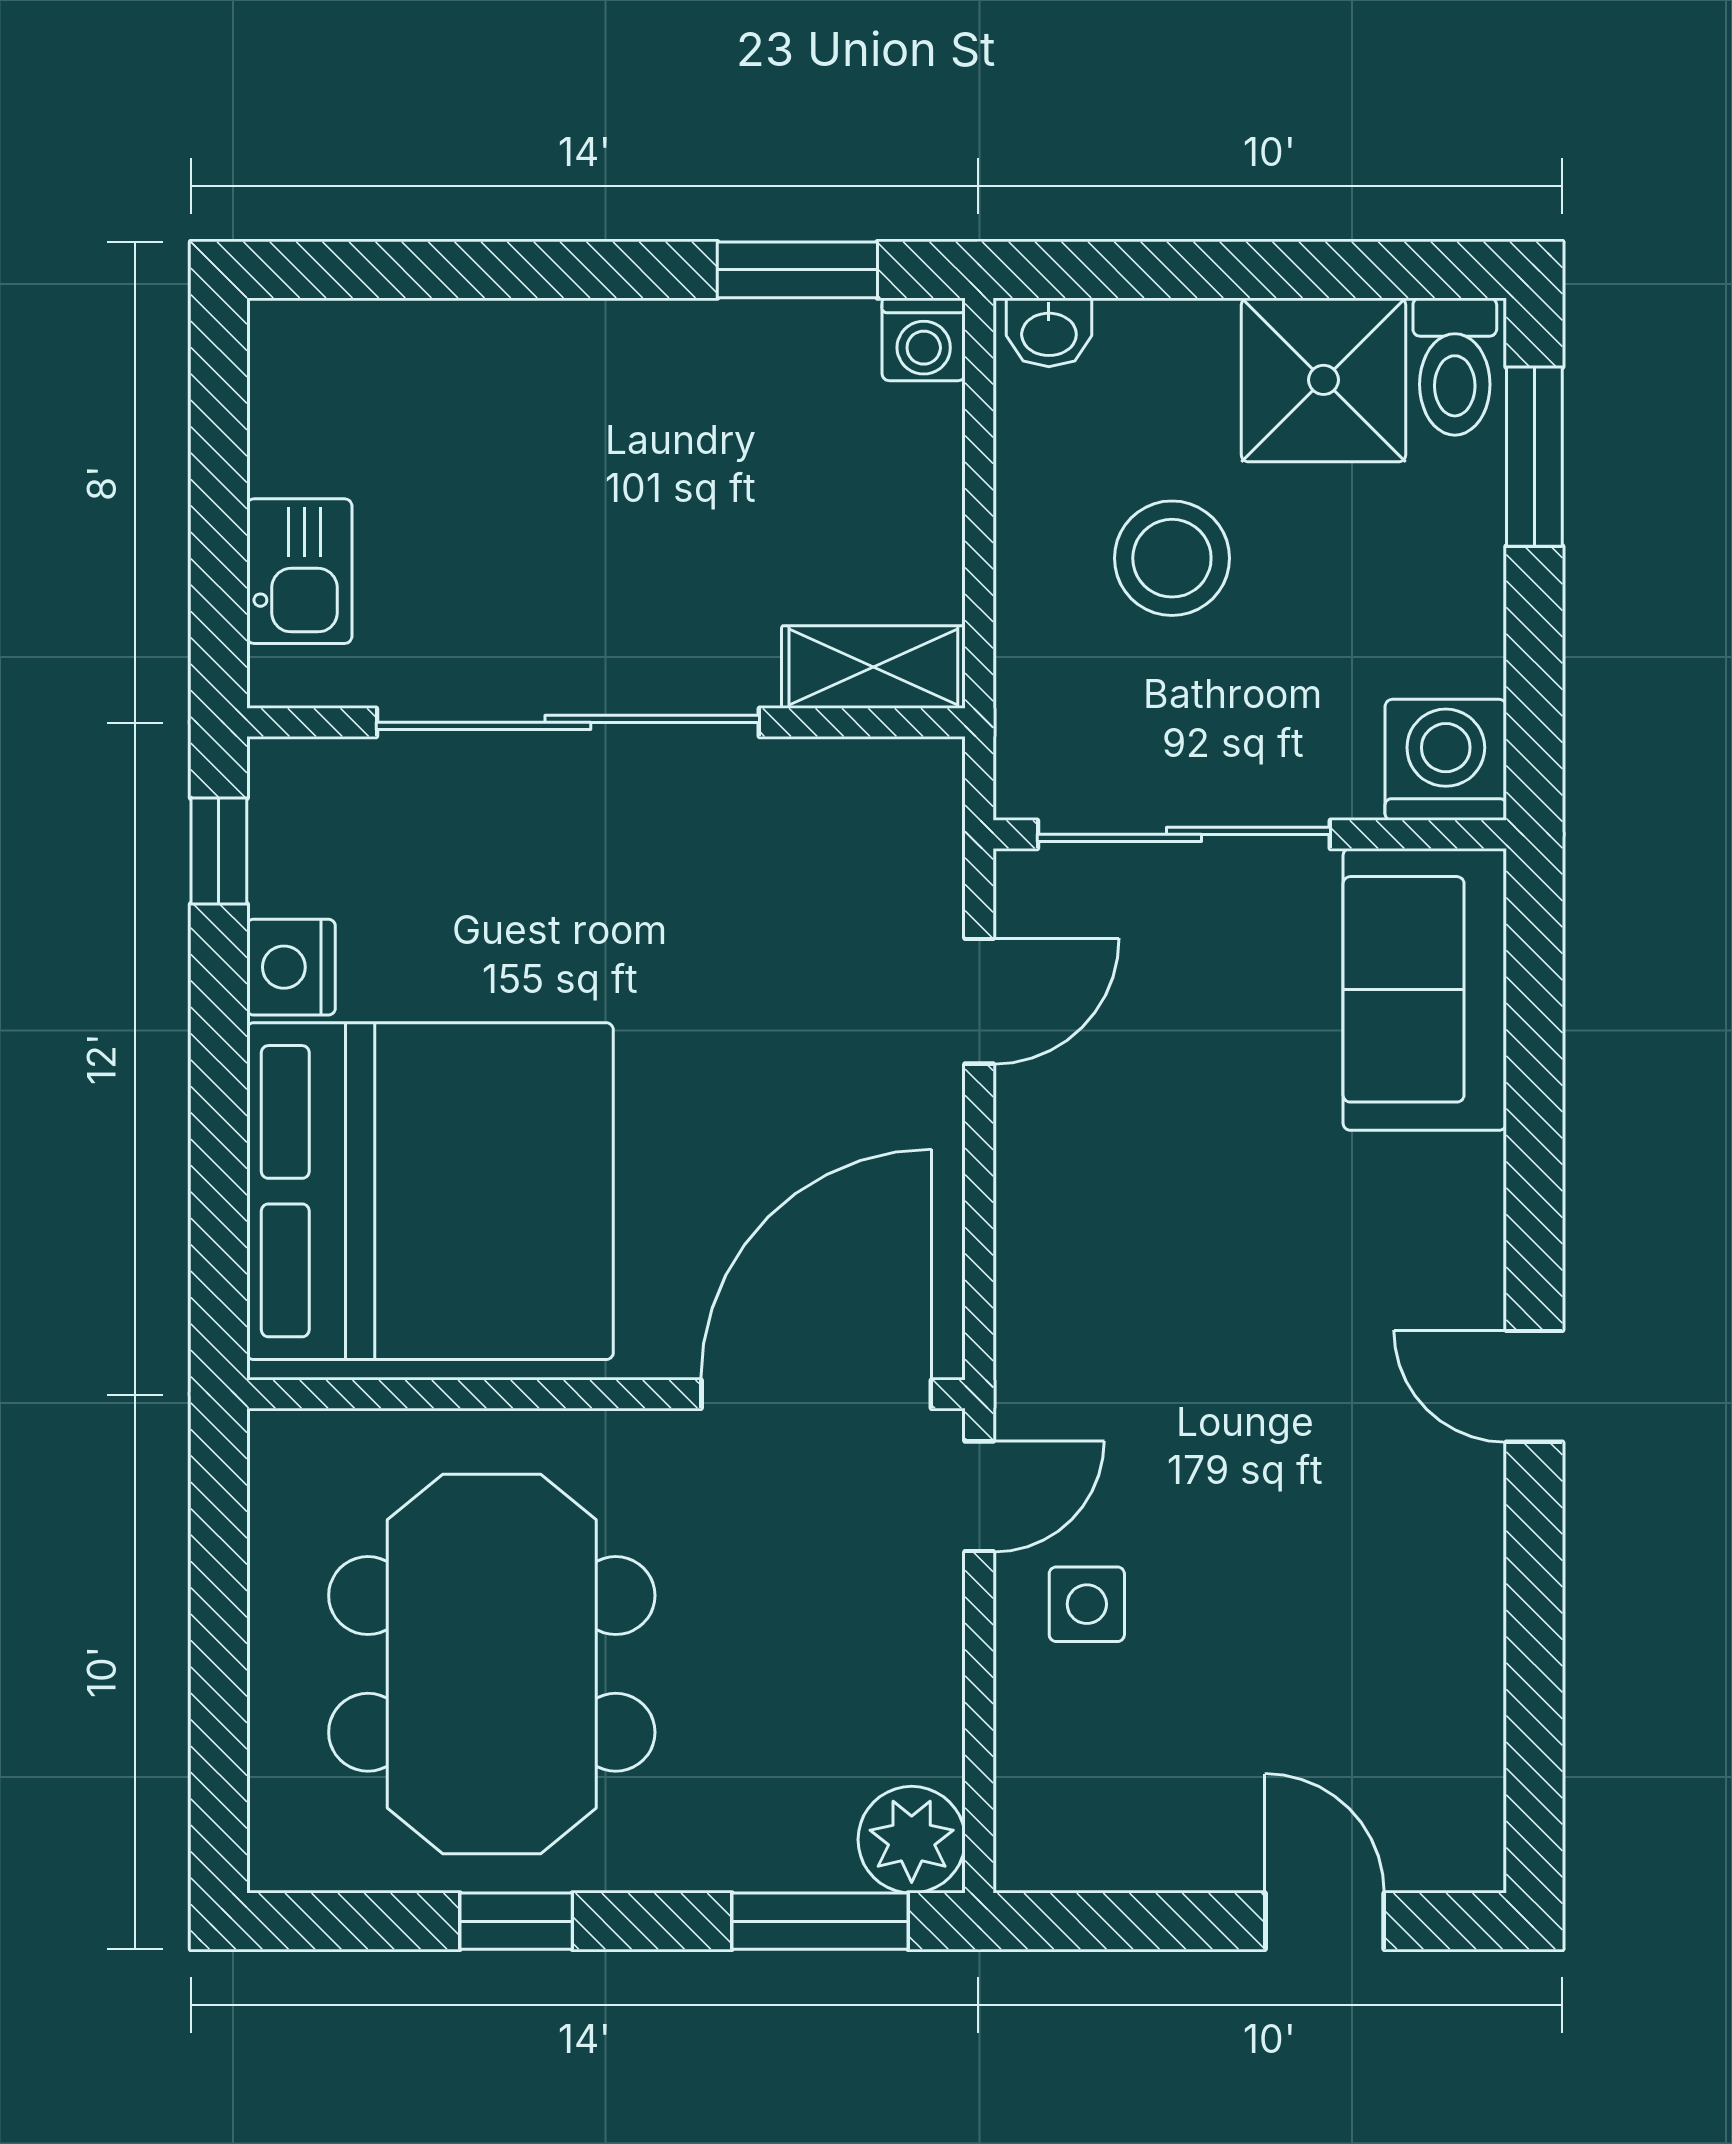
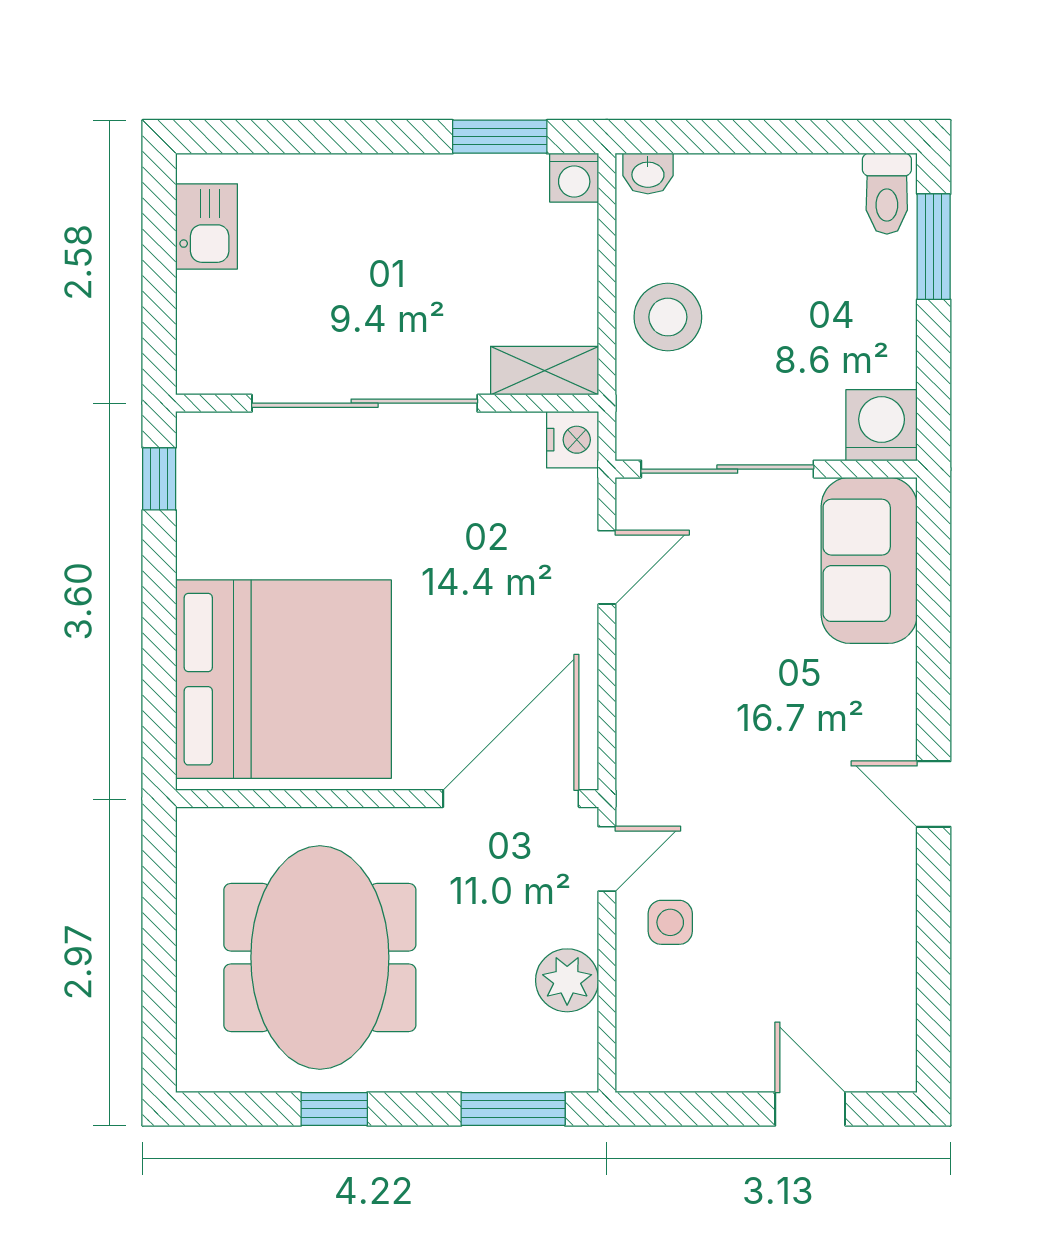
shower: (1323, 380) -> (810, 202), removed
stool: (1172, 558) -> (668, 317), moved
kitchen sink: (299, 571) -> (207, 226), moved
nightstand: (291, 967) -> (573, 440), moved, turned 180
plant: (912, 1840) -> (567, 980), moved

